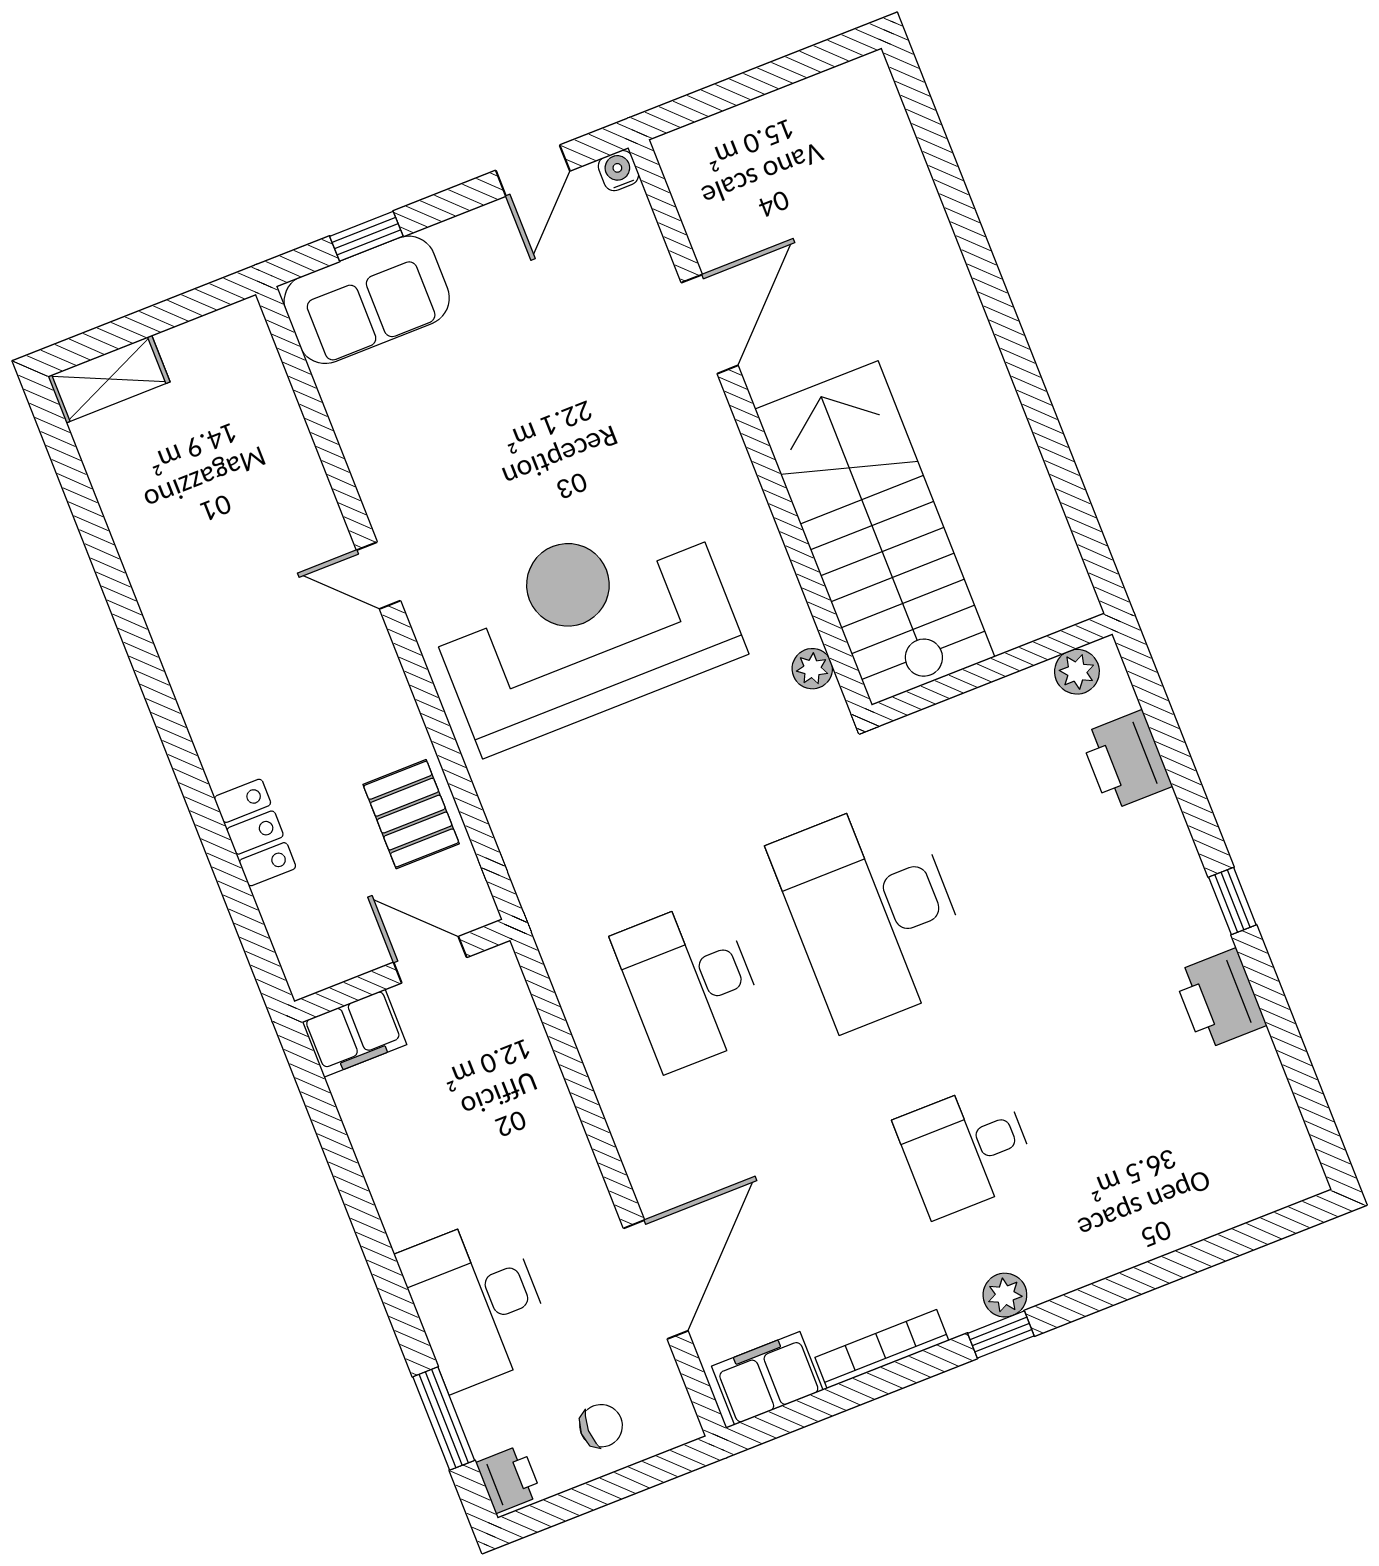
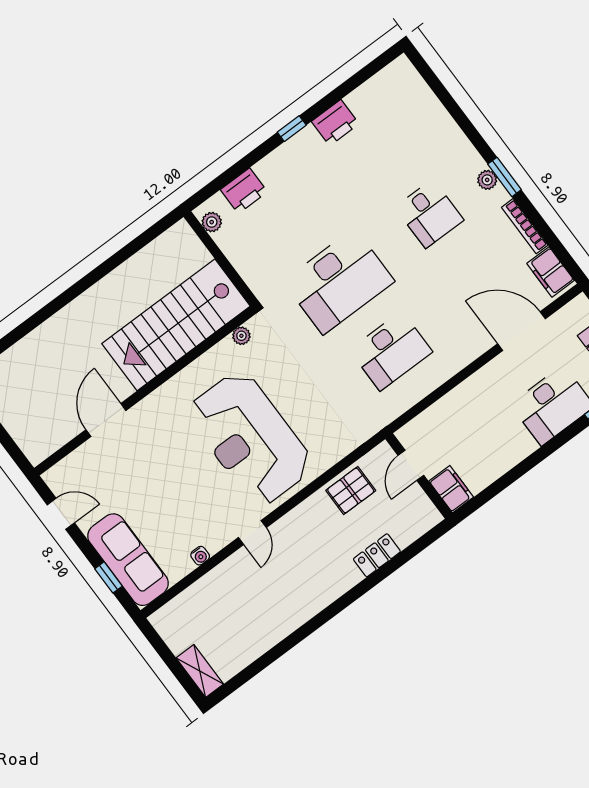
water cooler: (618, 171) -> (200, 556), moved, turned -90
sofa: (367, 300) -> (128, 560), width x1.36
door: (710, 324) -> (106, 420), hinge flipped
window: (1001, 1335) -> (505, 177), width x1.50

